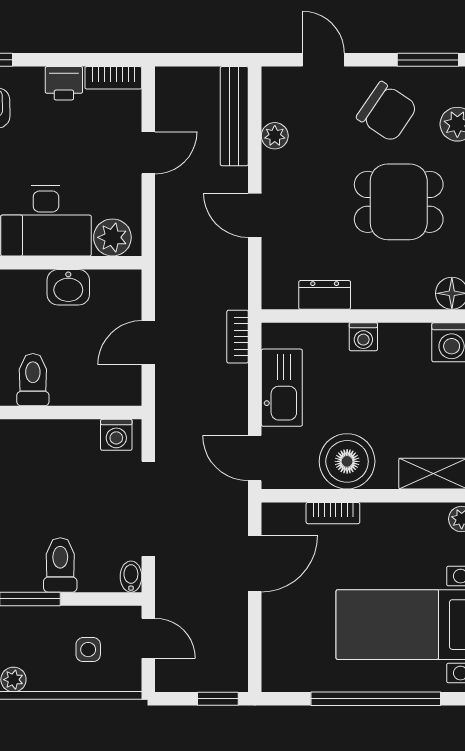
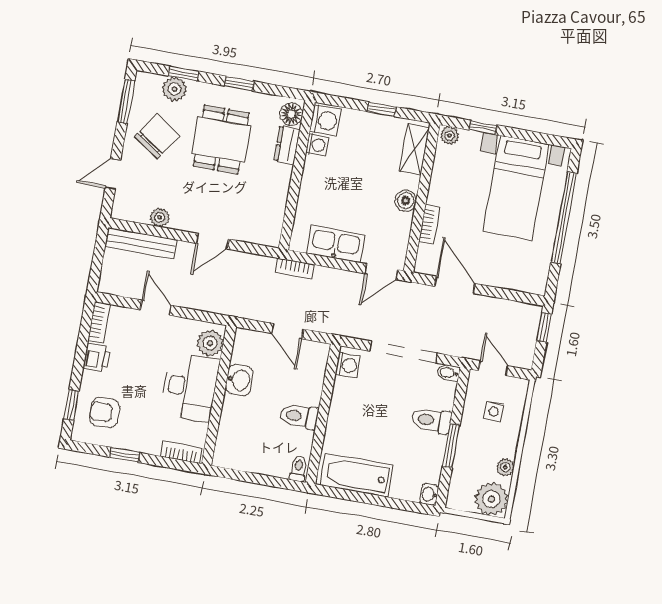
dresser: (325, 295) -> (287, 145), moved
washing machine: (363, 337) -> (317, 145), moved
boiler: (347, 461) -> (406, 201), width x0.54, depth x0.54
door: (148, 638) -> (493, 368), hinge flipped

